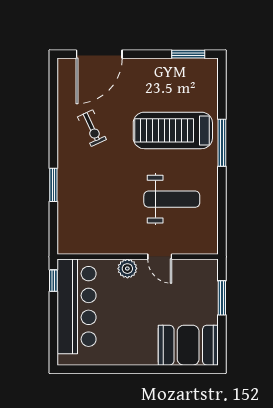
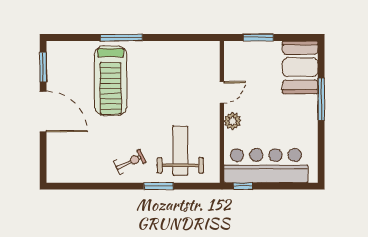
door: (99, 54) -> (43, 112), moved
exercise bike: (92, 128) -> (130, 162), moved
weight bench: (172, 199) -> (180, 151), moved
window: (152, 369) -> (321, 99), added

